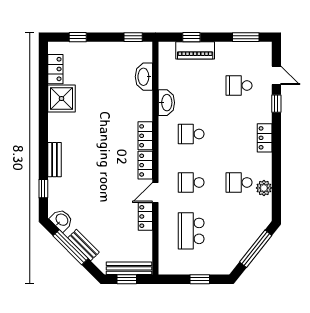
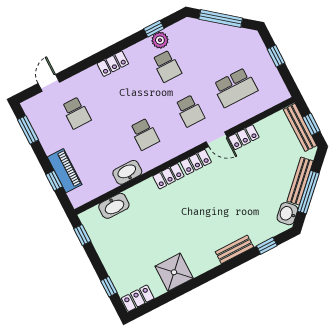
locker: (55, 69) -> (138, 298), moved
window: (276, 104) -> (154, 29), moved
bench: (84, 245) -> (300, 181), width x1.36

